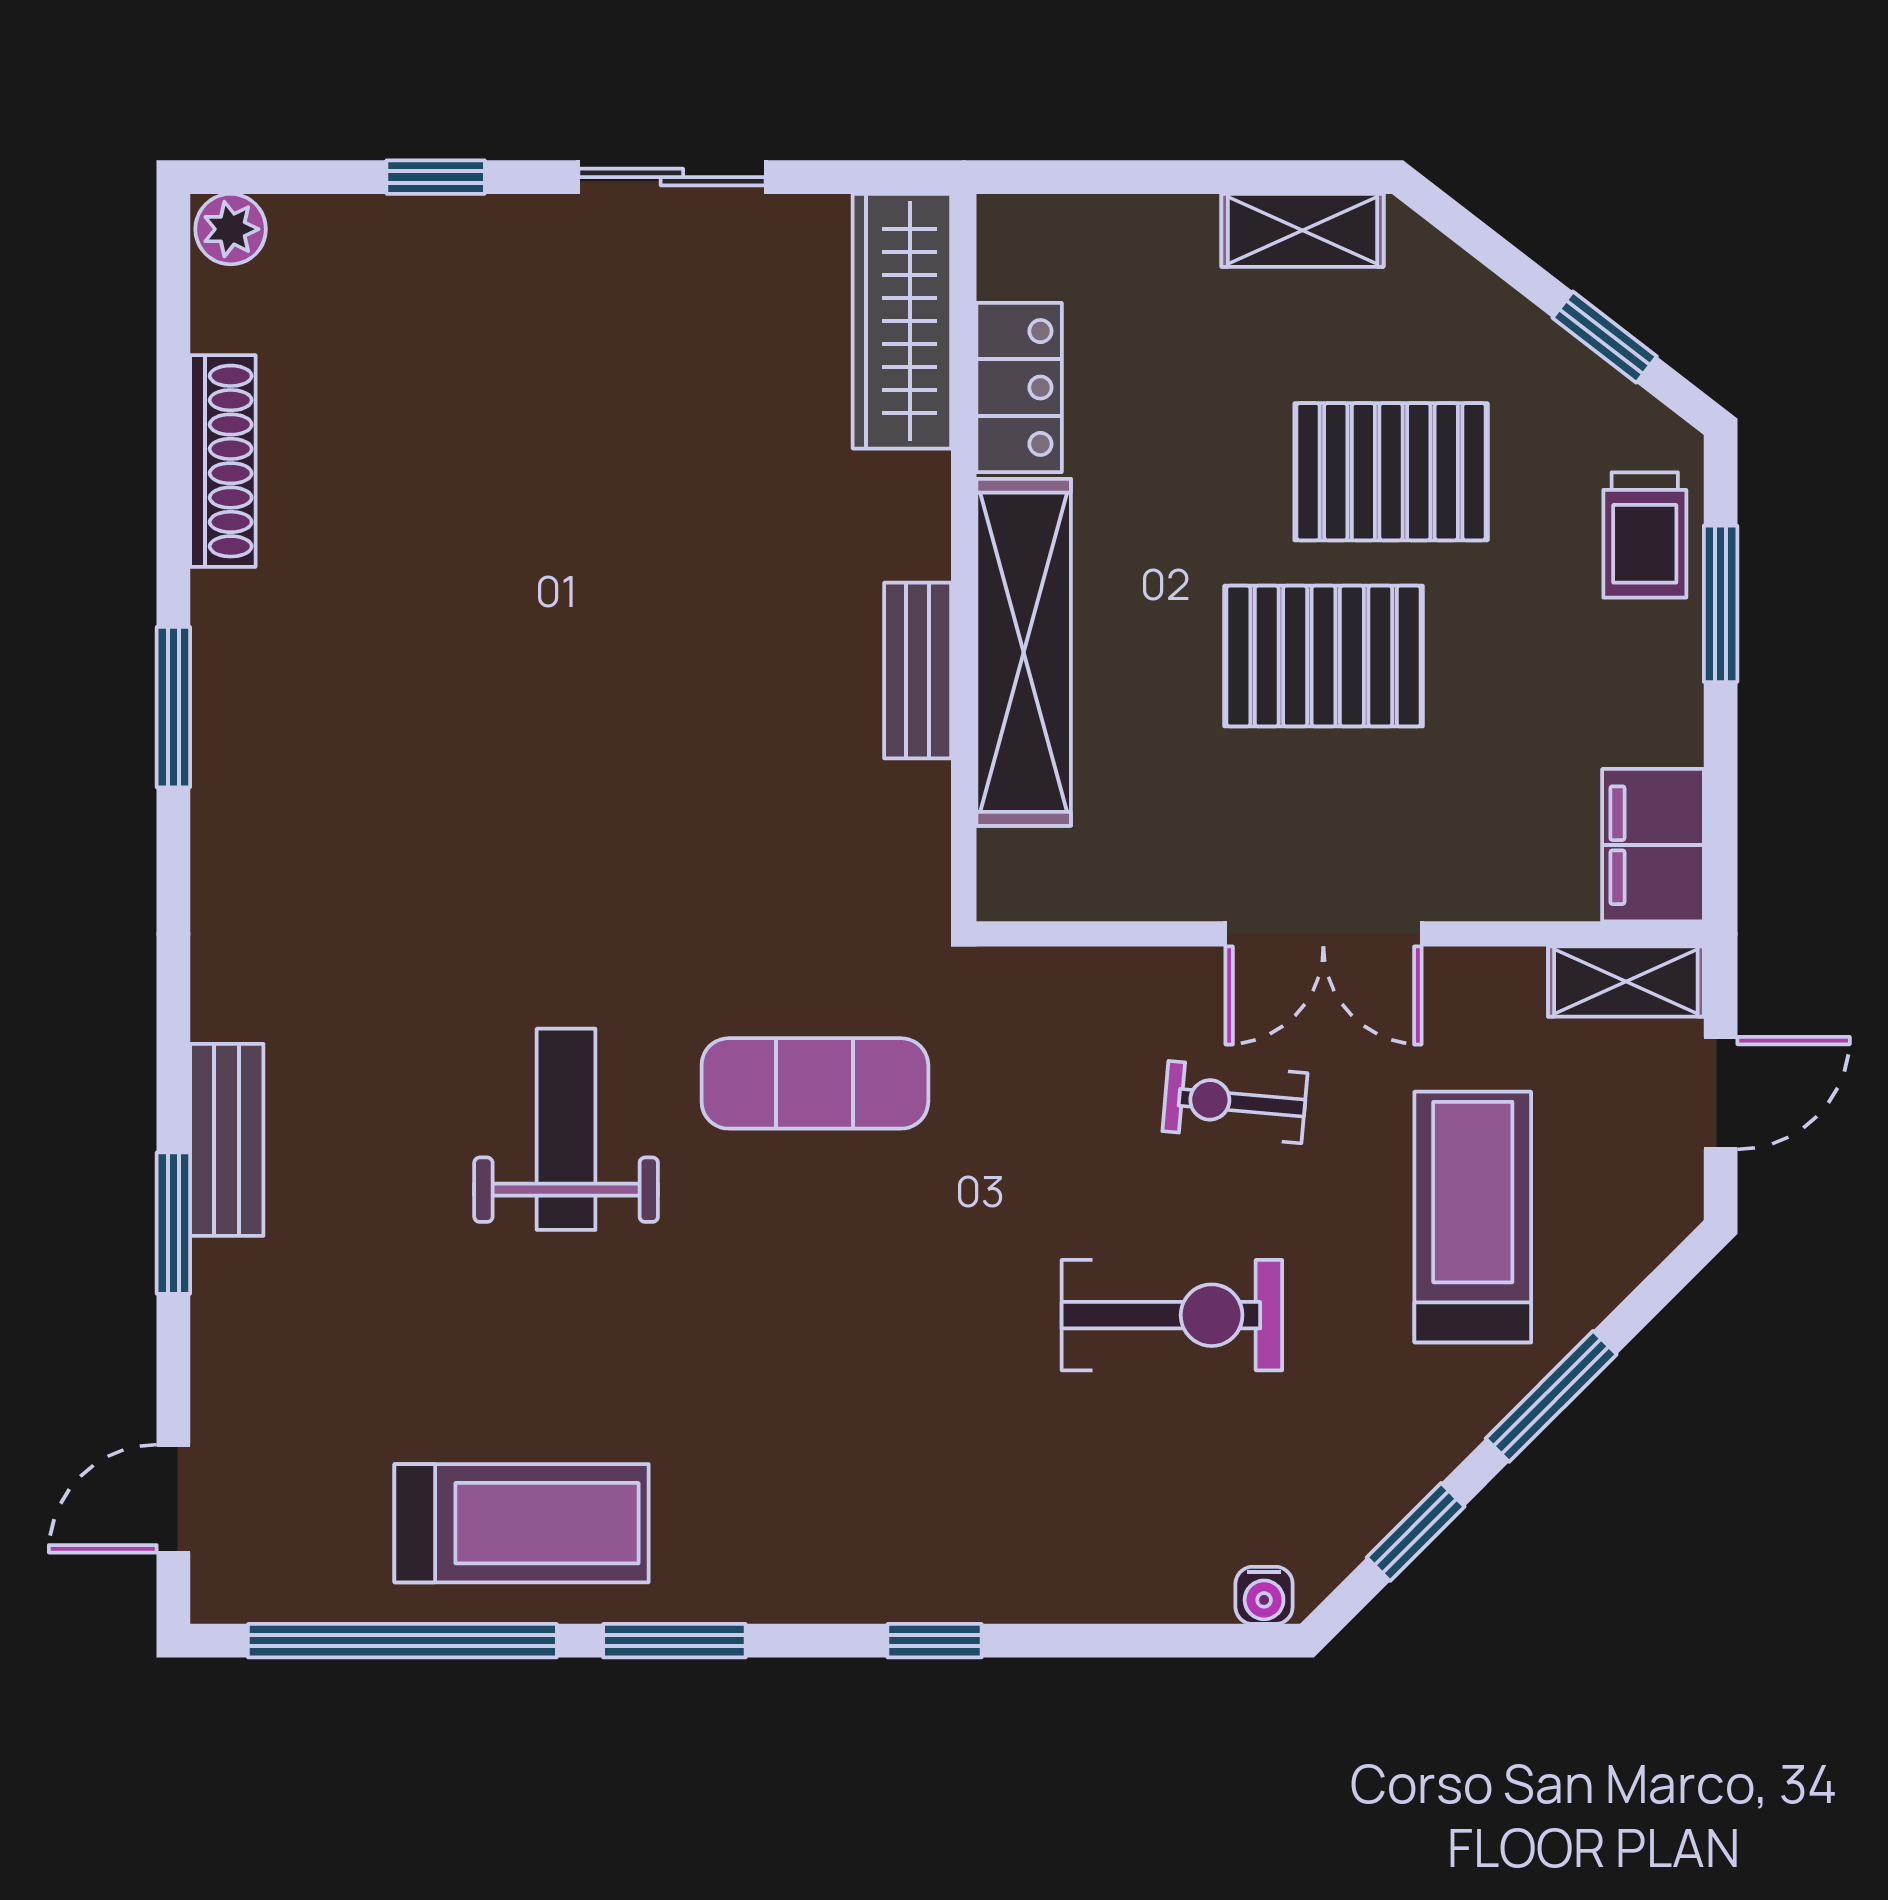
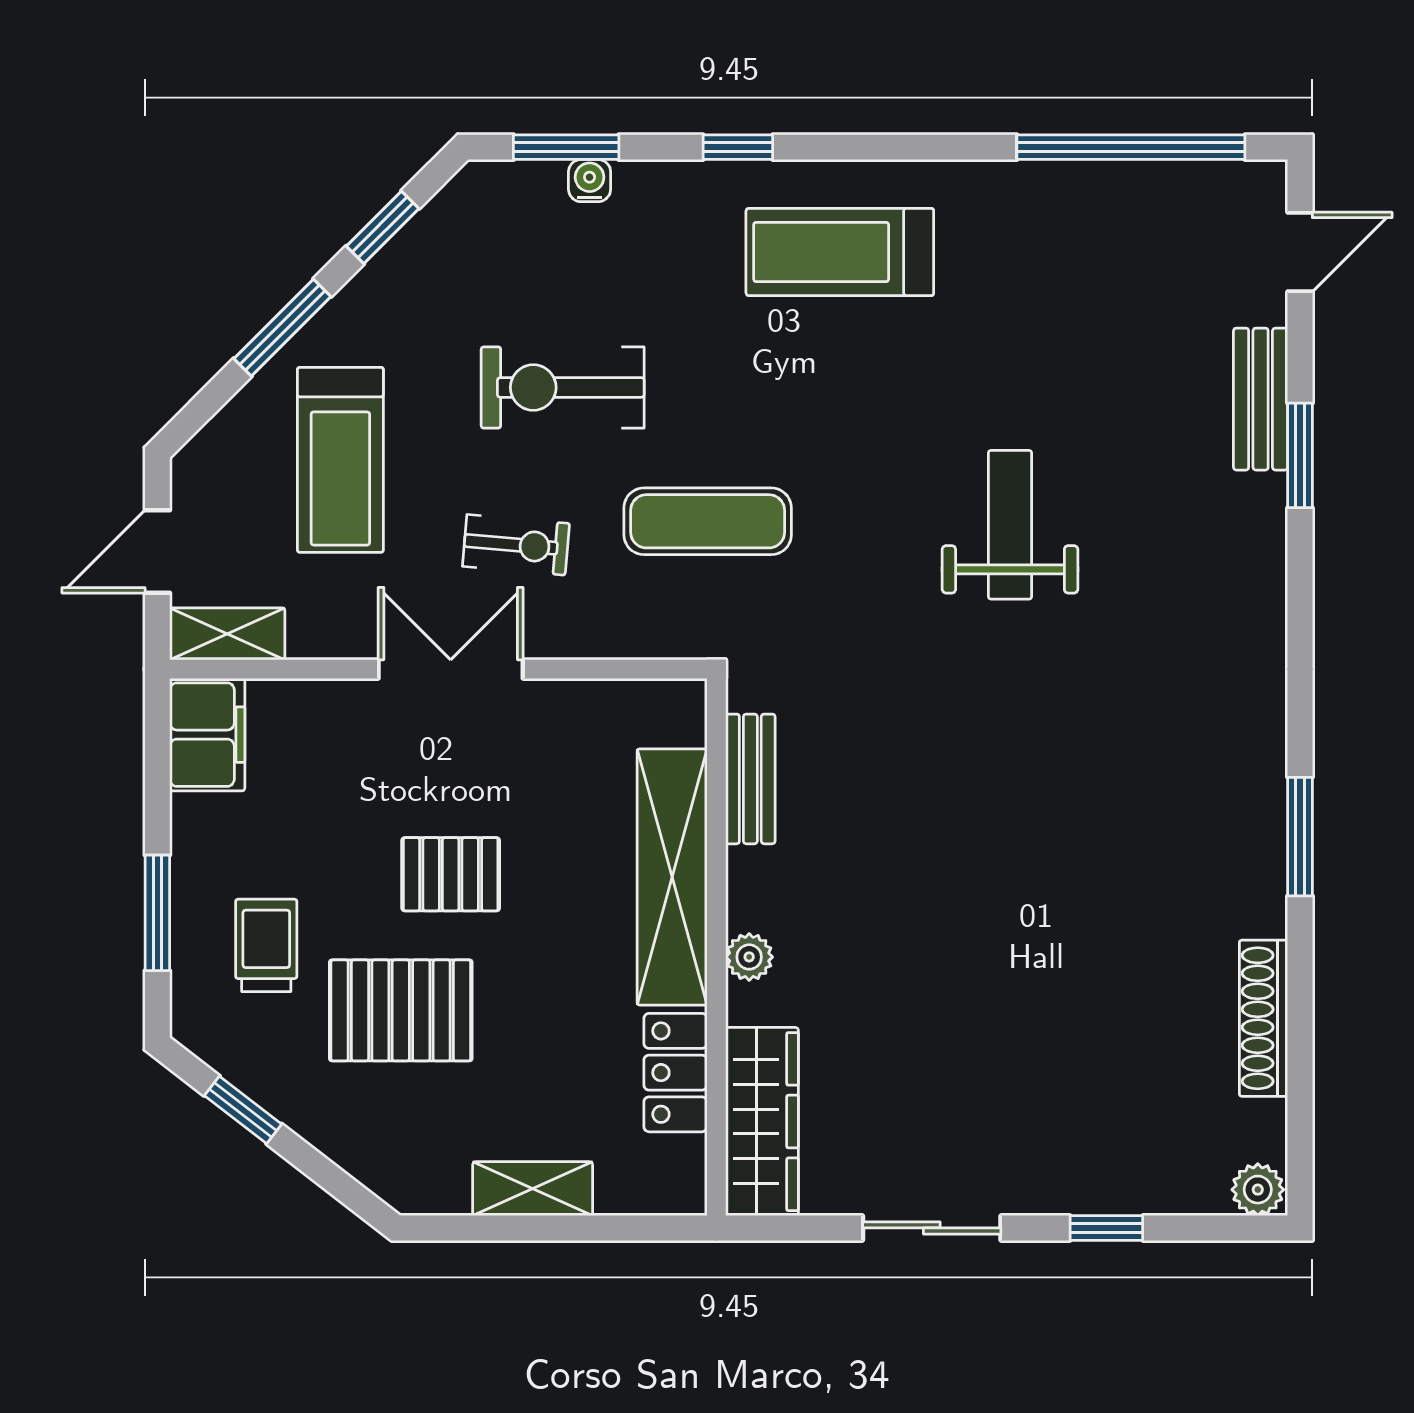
shelving: (1302, 230) -> (533, 1189), moved
trolley: (1645, 535) -> (266, 945), moved
plant: (919, 544) -> (749, 957), added
pallet: (1324, 656) -> (451, 874), width x0.67, depth x0.71
bench: (918, 670) -> (750, 779), moved
exercise mat: (815, 1083) -> (708, 521), moved
weight bench: (566, 1129) -> (1010, 525), turned 180
bench: (227, 1140) -> (1261, 399), moved
treadmill: (522, 1523) -> (840, 252), moved
water cooler: (1264, 1595) -> (590, 181), moved
window: (674, 1641) -> (566, 147), moved

